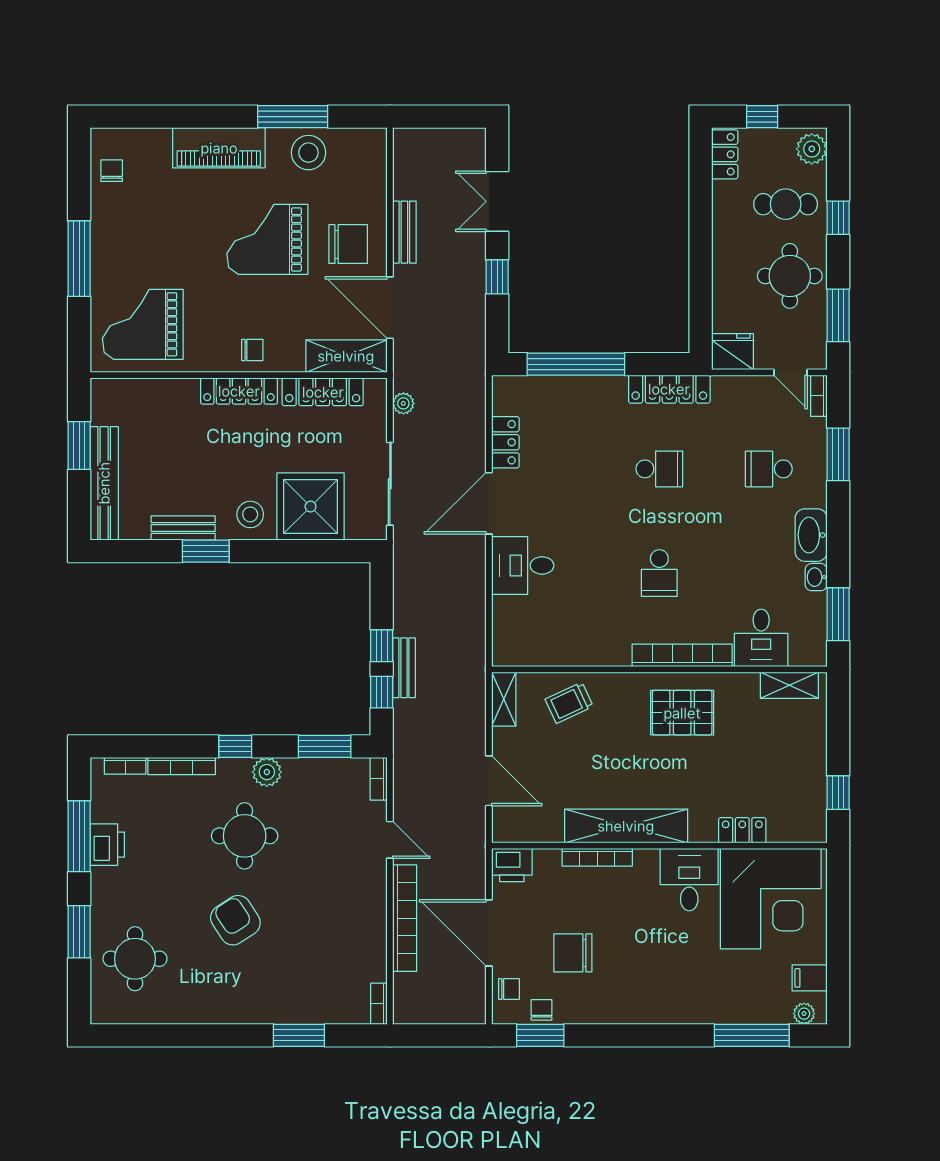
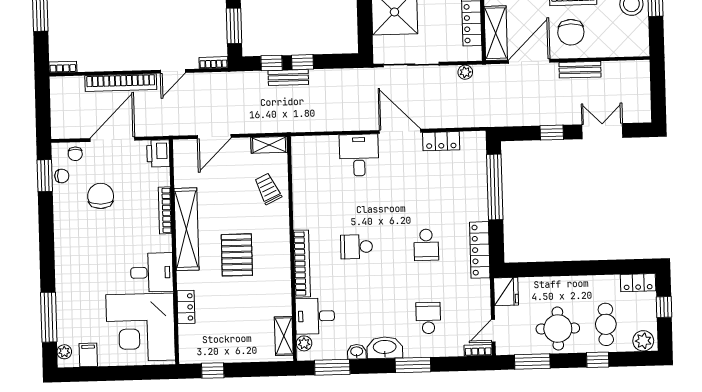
window: (838, 454) -> (413, 365), moved
plant: (801, 655) -> (304, 343), added
pallet: (682, 713) -> (237, 255), moved

